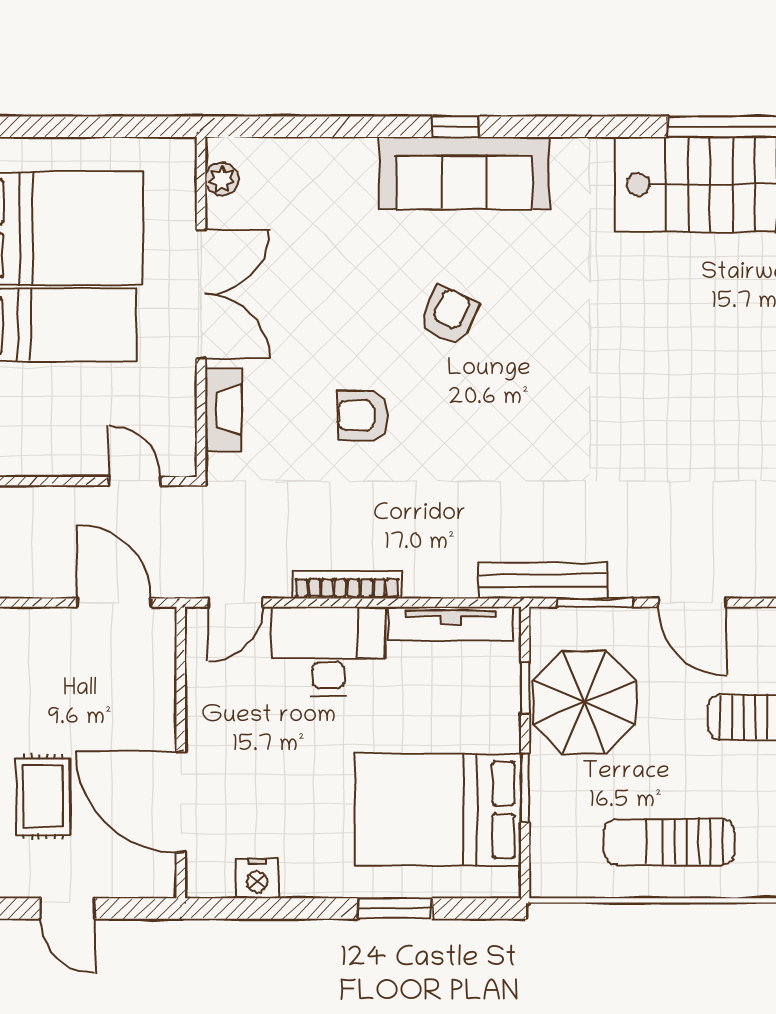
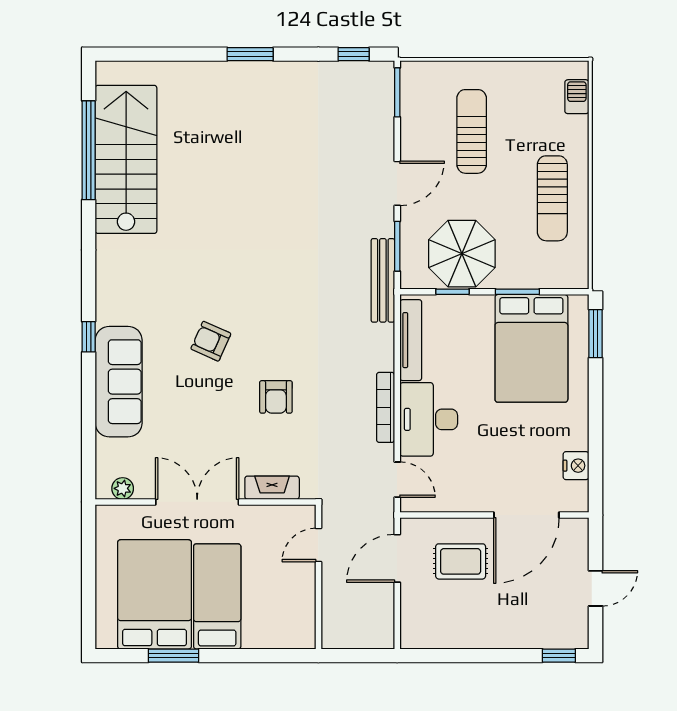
sofa: (464, 173) -> (119, 382), moved
rug: (43, 796) -> (461, 561), moved
window: (395, 908) -> (595, 334), moved

